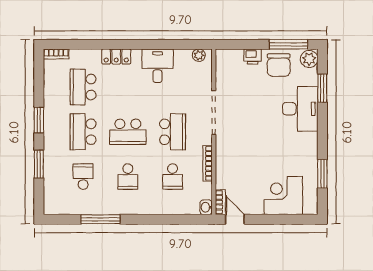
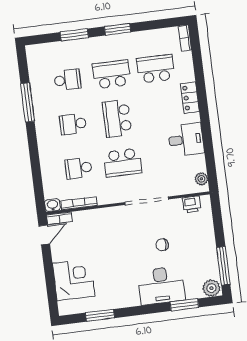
printer: (253, 57) -> (192, 204), moved, turned -90
chair: (279, 65) -> (162, 245), moved, width x0.54, depth x0.54
bookcase: (208, 163) -> (79, 203), moved

